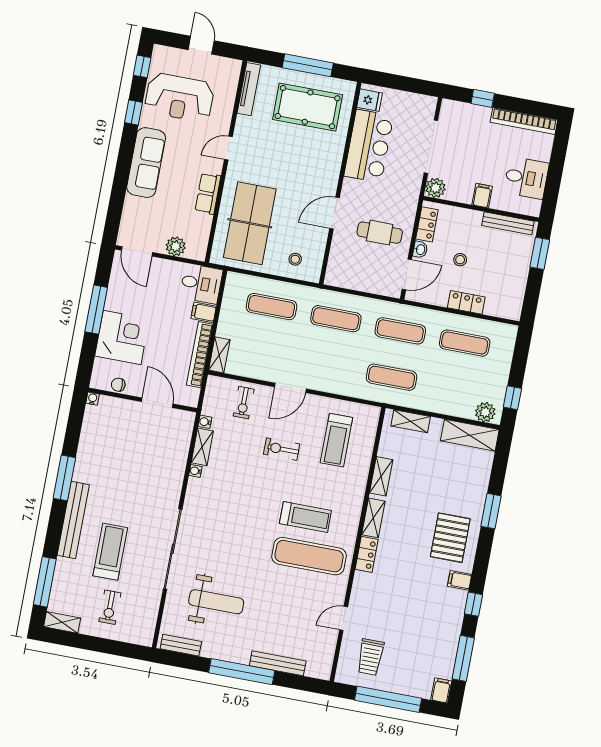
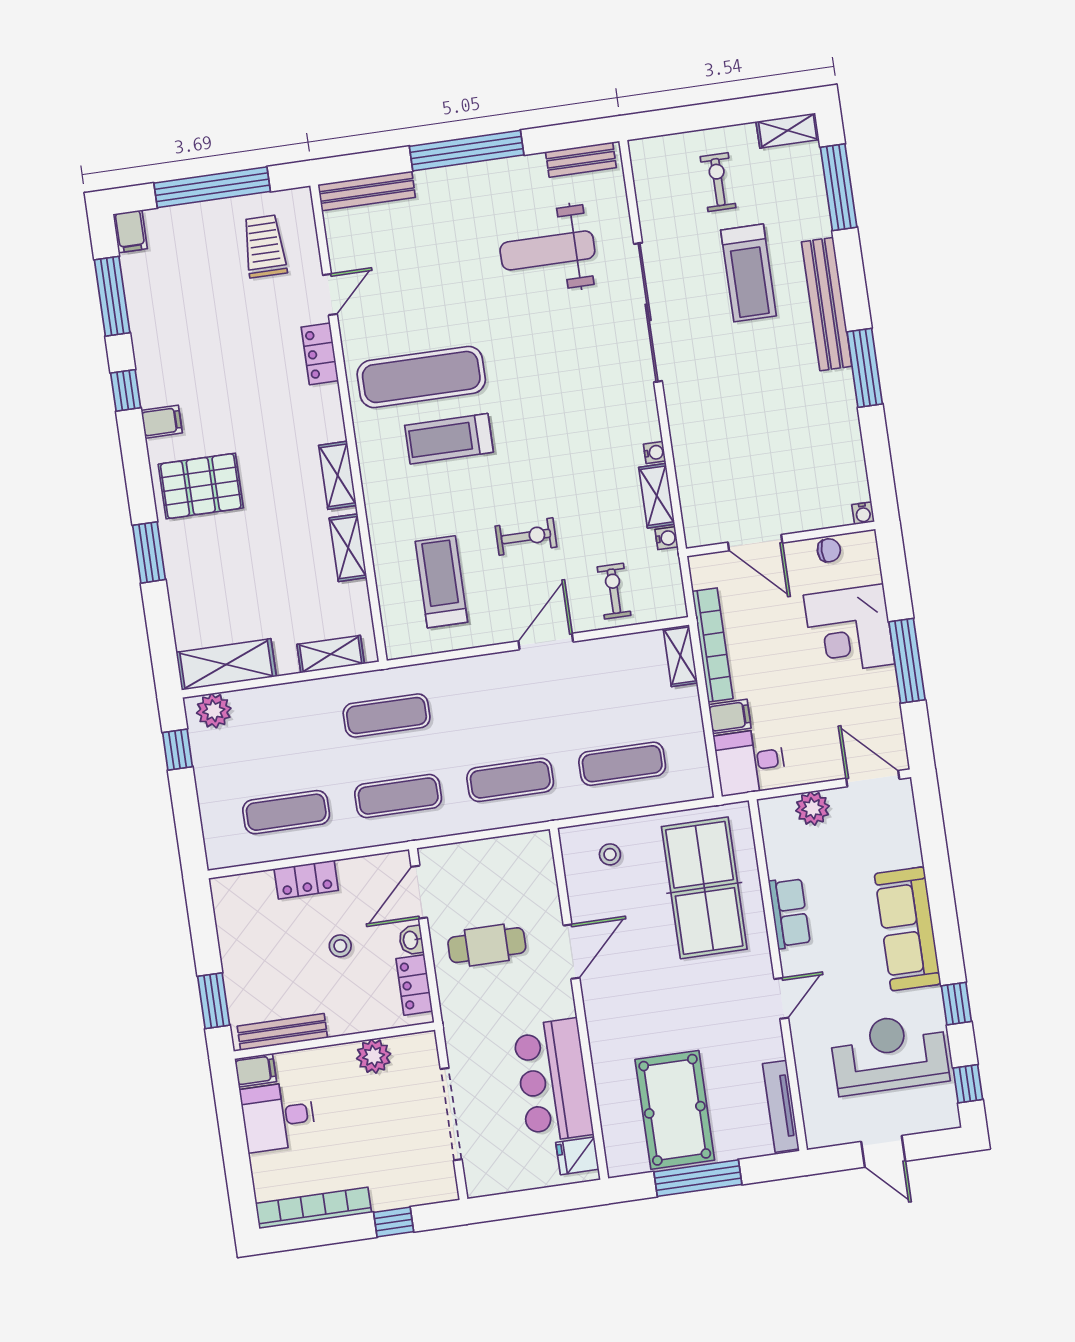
pool table: (308, 107) -> (675, 1110), turned 90
plant: (435, 188) -> (374, 1056), moved
filing cabinet: (482, 196) -> (256, 1070), moved, turned -90
pallet: (450, 538) -> (201, 486), turned 90
locker: (367, 554) -> (320, 354), moved
bench: (278, 663) -> (367, 191), moved

